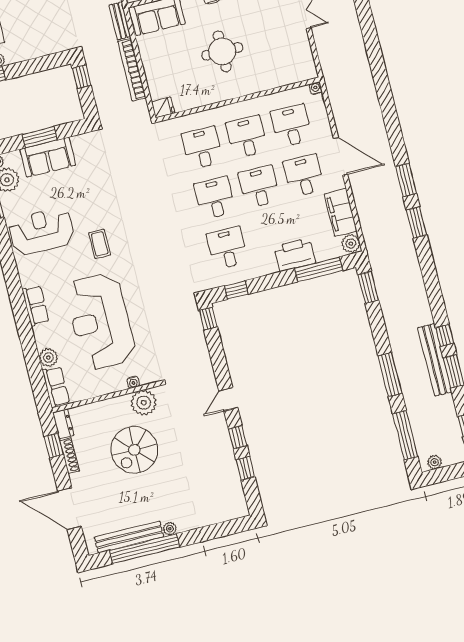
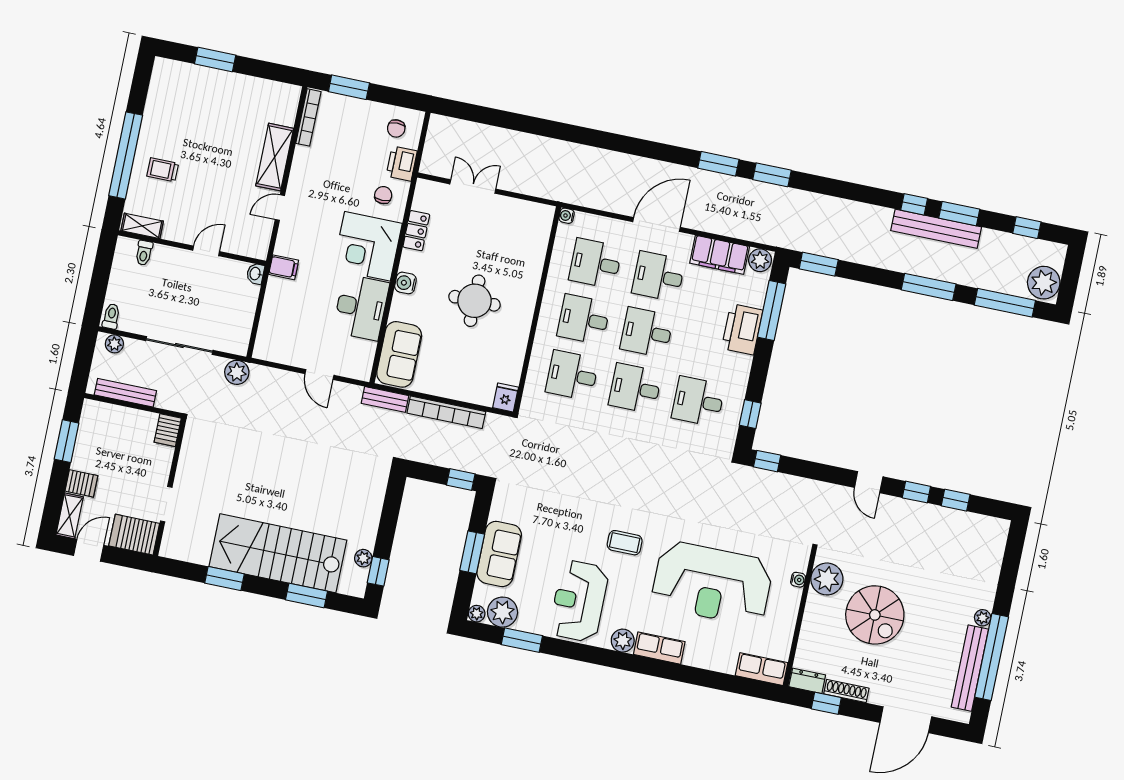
window: (82, 77) -> (461, 479), moved
plant: (48, 358) -> (623, 641), moved
plant: (435, 462) -> (1044, 283), width x1.87, depth x1.87

